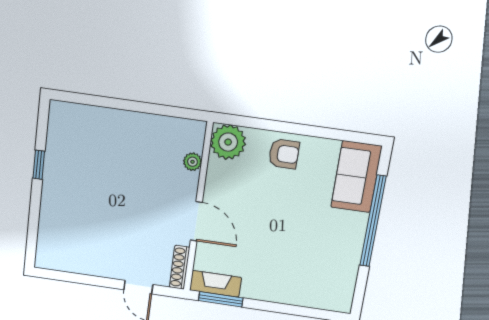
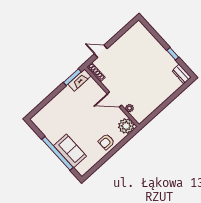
dresser: (59, 121) -> (182, 74), added
sofa: (356, 177) -> (70, 151), moved
door: (196, 221) -> (114, 100), moved

